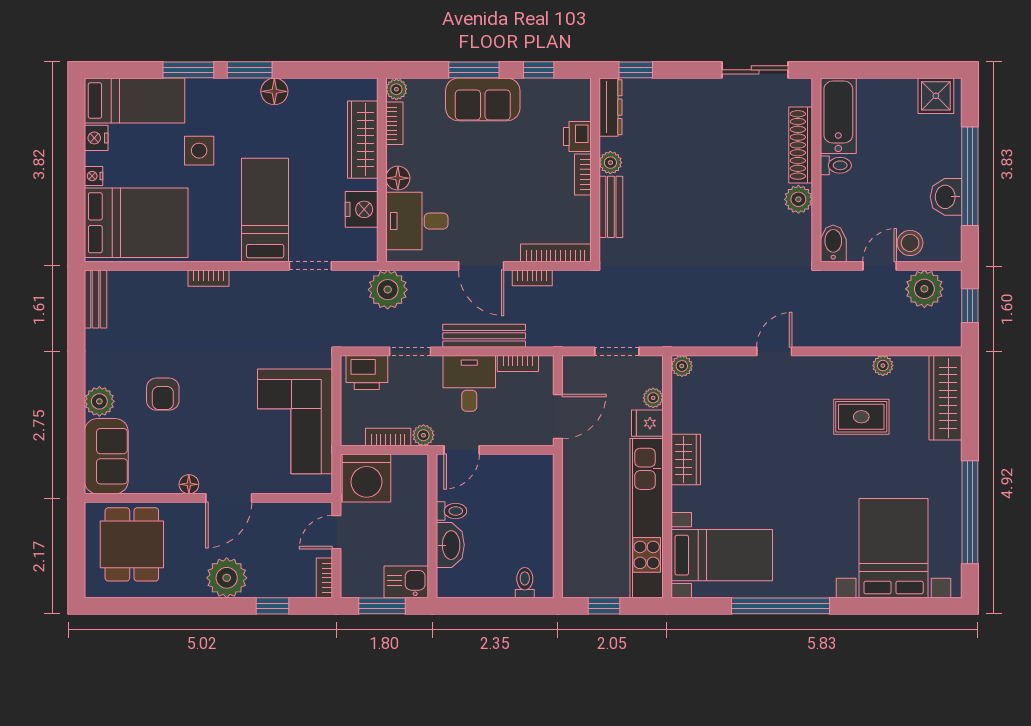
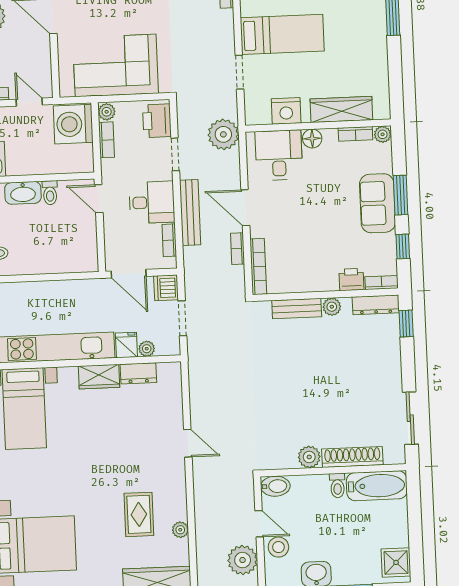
floor lamp: (274, 91) -> (377, 38), removed
bookcase: (583, 174) -> (382, 283), moved
door: (481, 266) -> (245, 208), hinge flipped
plant: (682, 366) -> (173, 370), removed
dishwasher: (578, 370) -> (166, 288), added
dresser: (684, 410) -> (138, 373), added
plant: (423, 435) -> (107, 112), moved

